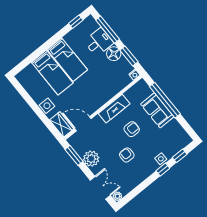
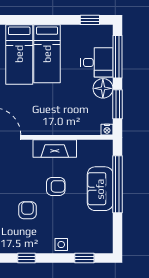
window: (163, 169) -> (27, 258), moved

